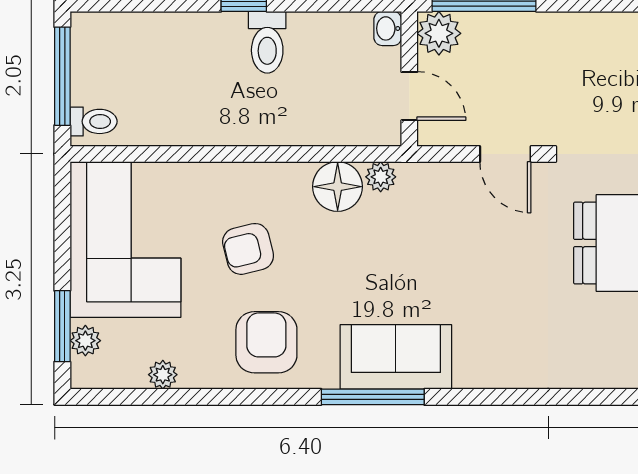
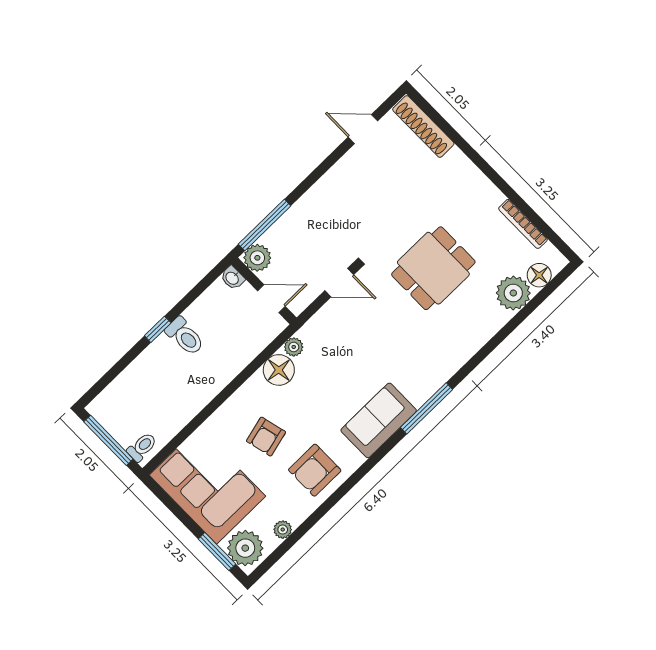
plant: (85, 341) -> (245, 548), width x1.88, depth x1.88
armchair: (266, 342) -> (315, 470), turned -90
window: (373, 397) -> (426, 408), moved

